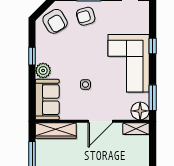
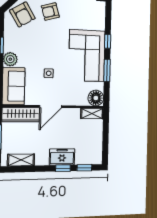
window: (153, 98) -> (107, 70), moved
door: (100, 121) -> (51, 107), moved

